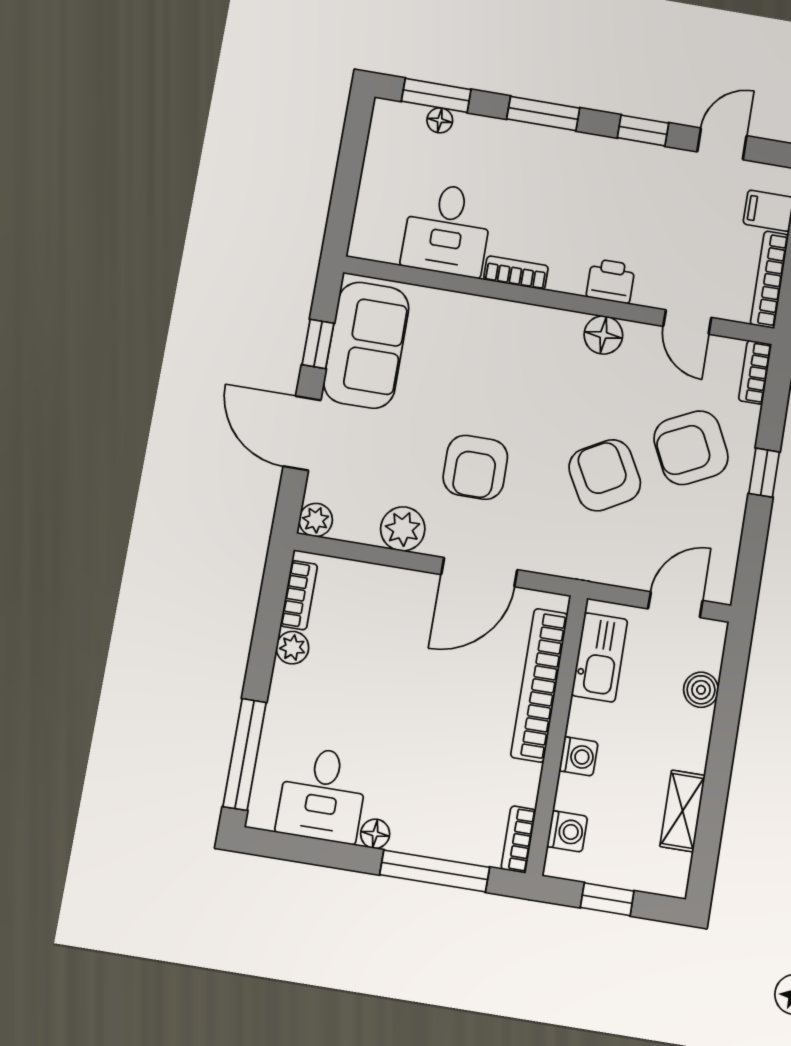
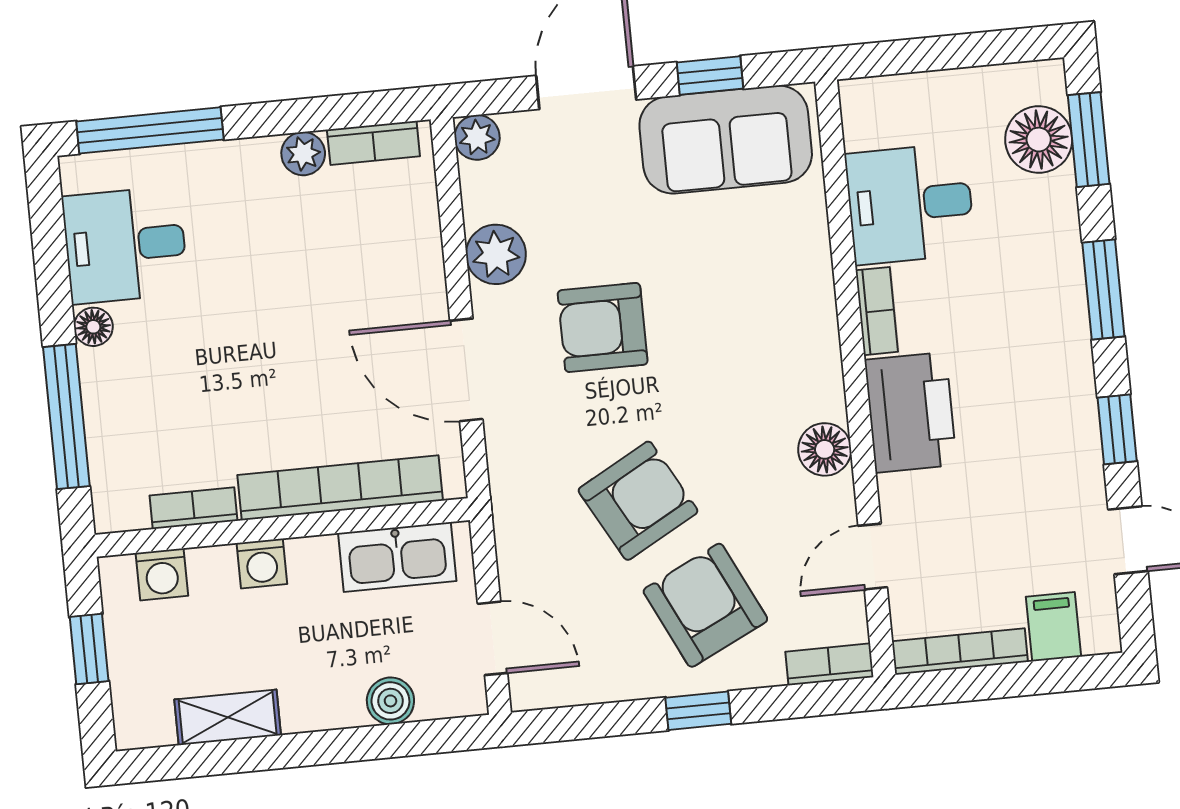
floor lamp: (440, 120) -> (1039, 140), width x1.89, depth x1.89
printer: (611, 281) -> (911, 412), width x1.87, depth x1.48
bookcase: (518, 839) -> (194, 508), moved

